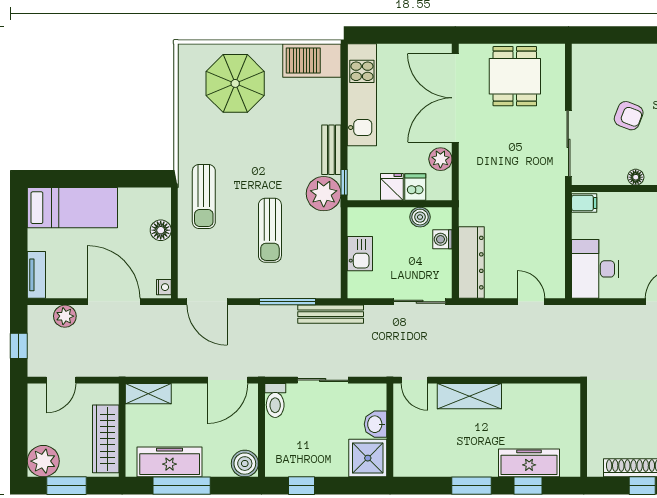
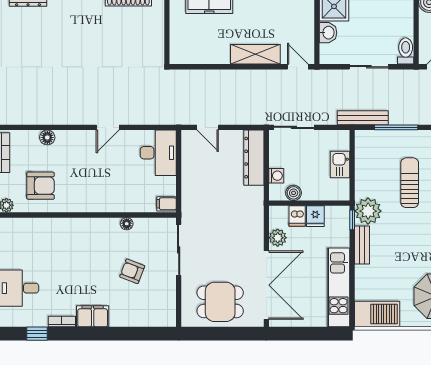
dining table: (515, 76) -> (220, 302), turned 90

